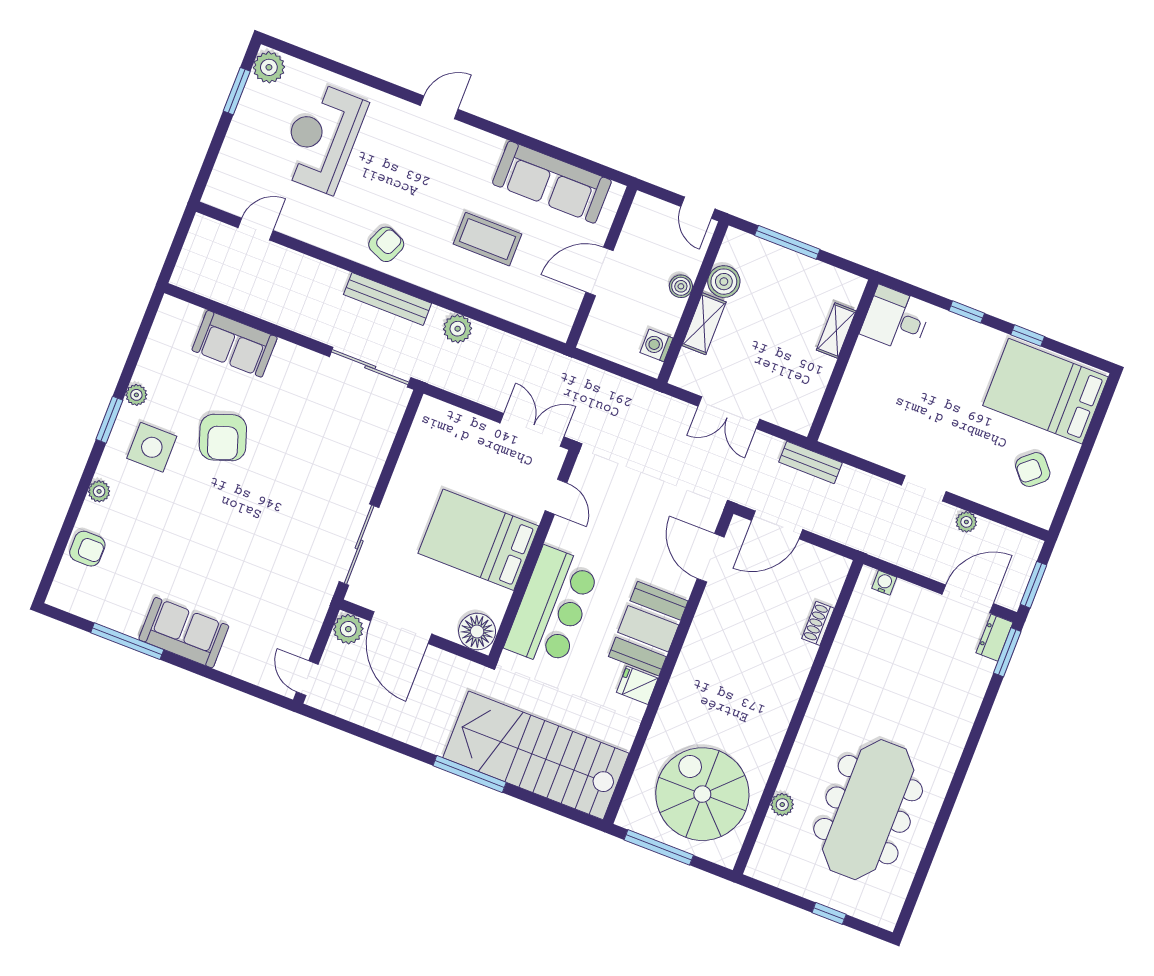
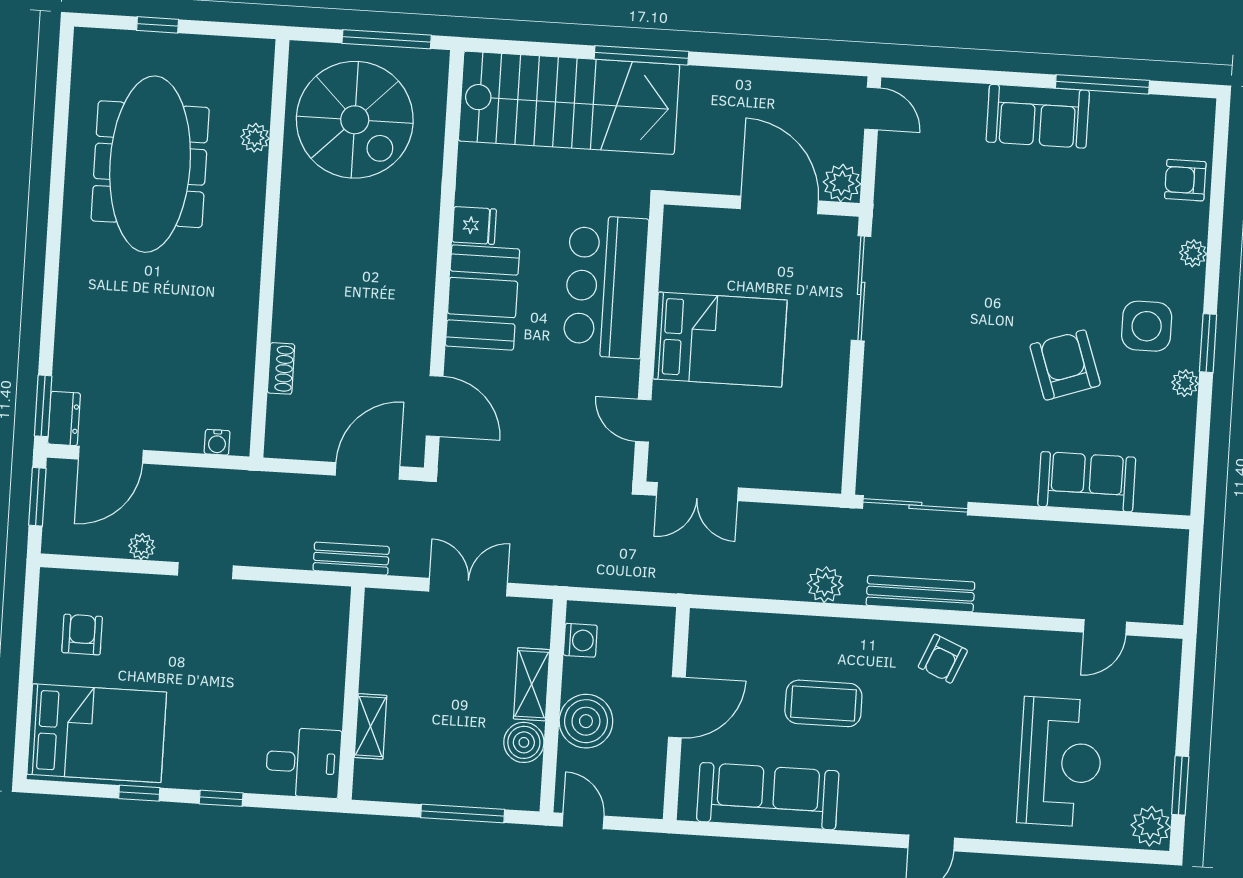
boiler: (681, 286) -> (586, 721), width x1.86, depth x1.86
armchair: (1033, 470) -> (82, 635), turned -49
floor lamp: (477, 632) -> (687, 229), removed

